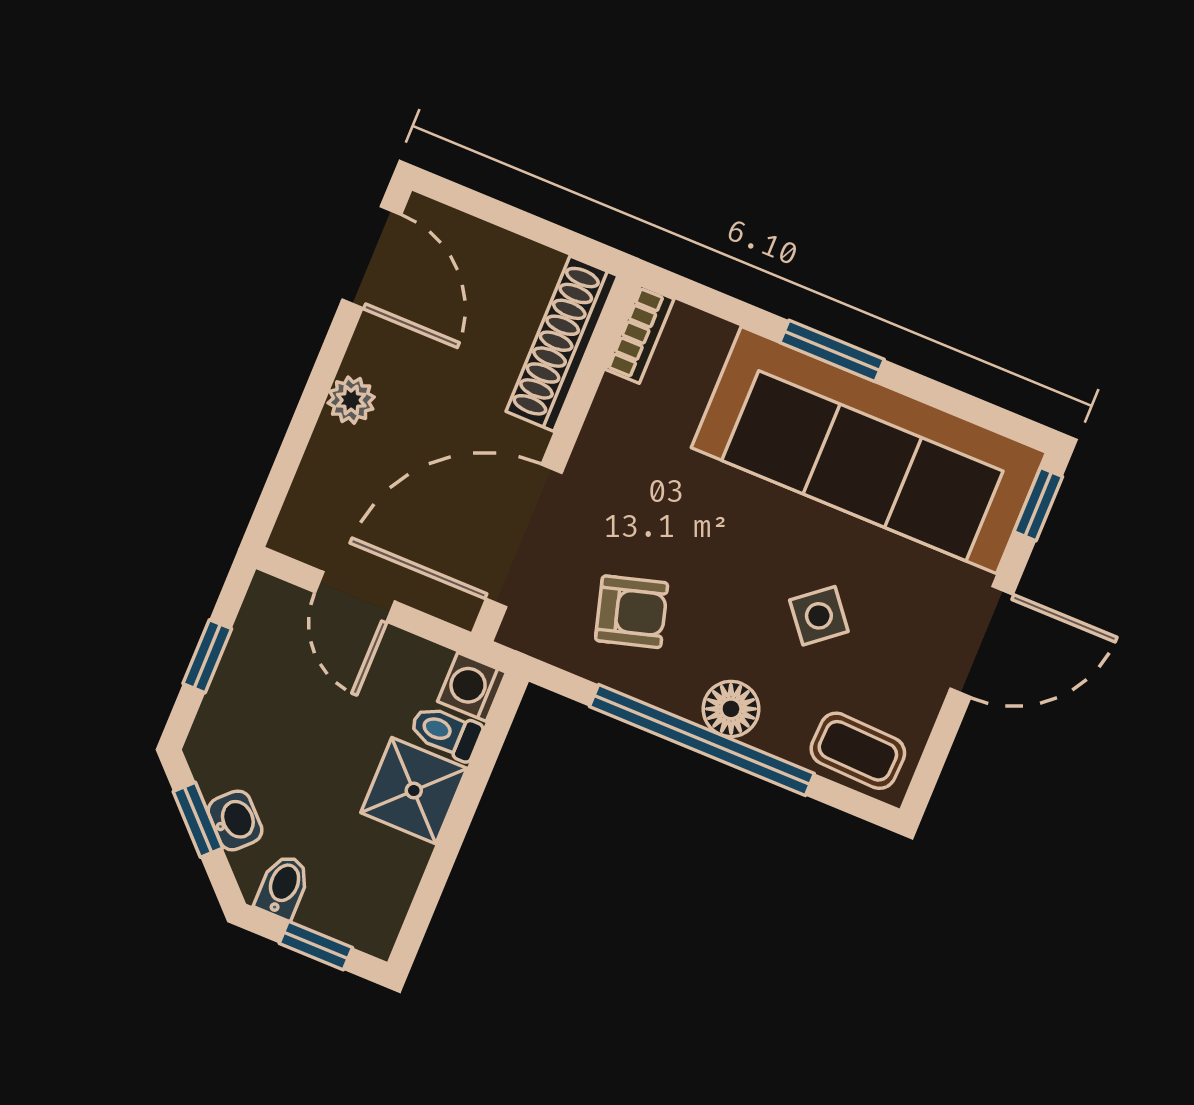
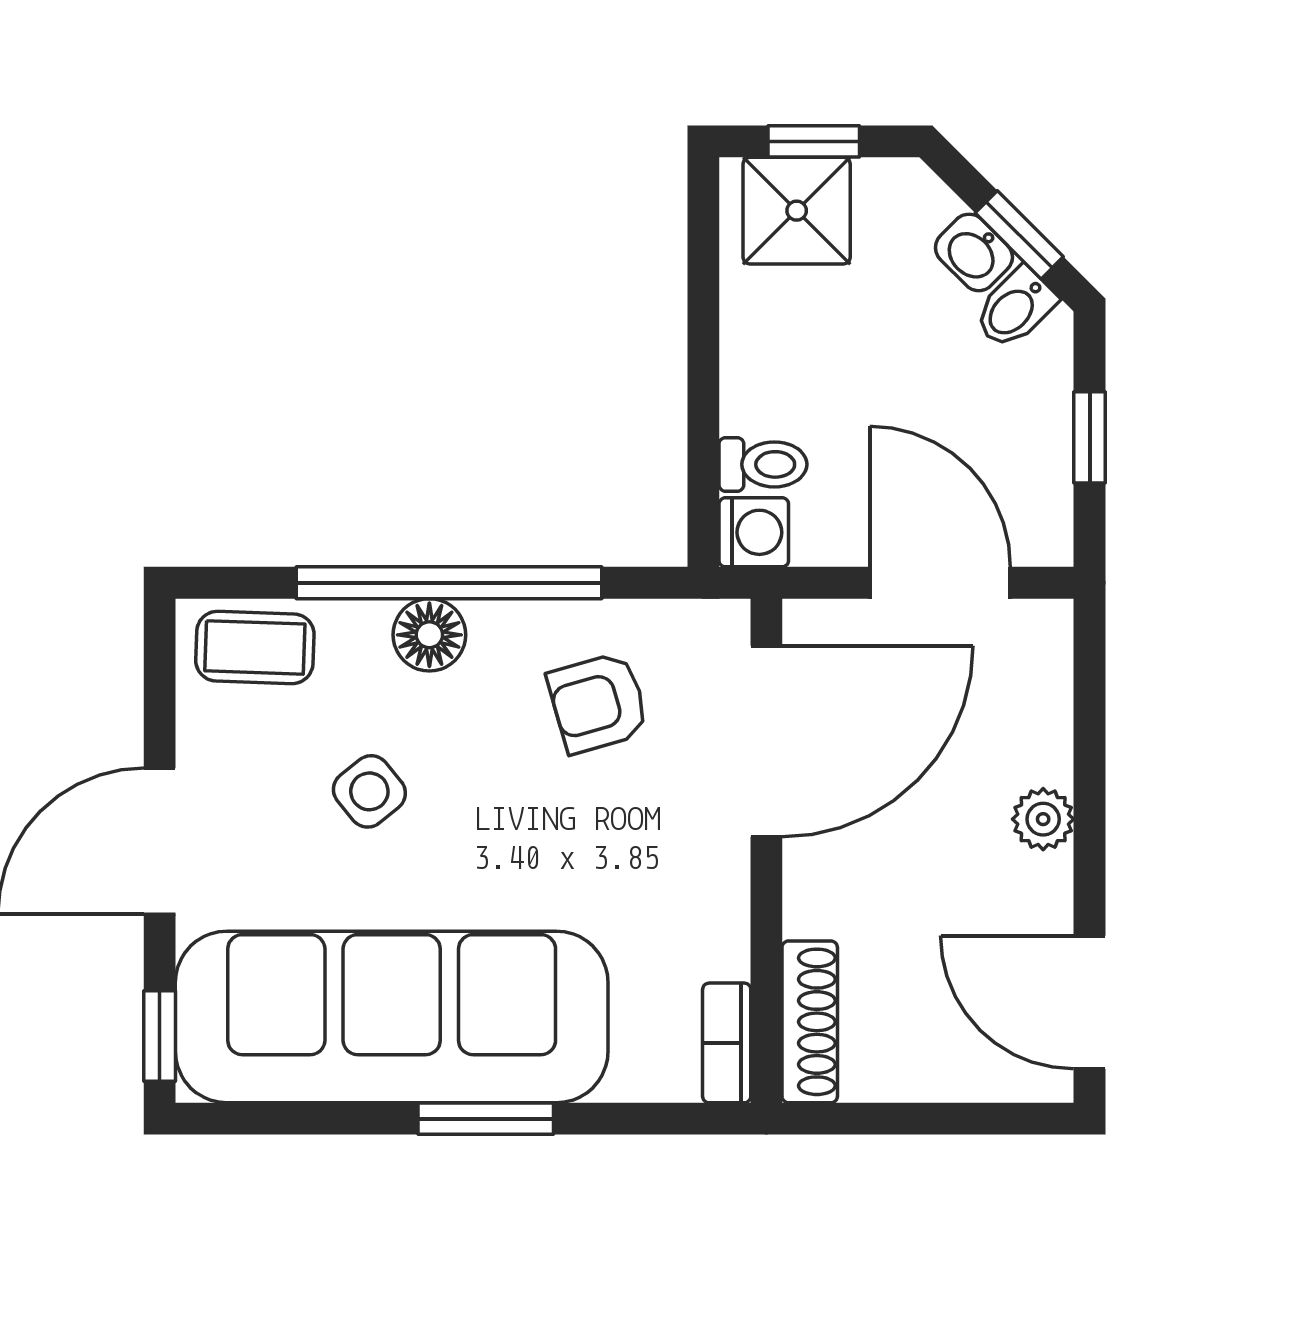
shoe rack: (562, 344) -> (810, 1022), width x0.74, depth x0.81
door: (355, 597) -> (940, 583), width x1.38
shower: (414, 791) -> (797, 211), moved
bidet: (283, 887) -> (1015, 308), moved, turned 45

